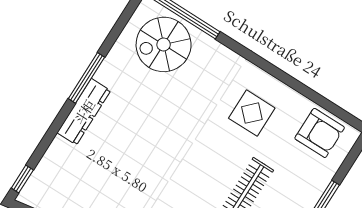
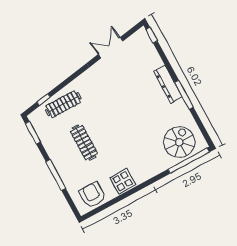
display table: (252, 113) -> (123, 181), moved
armchair: (320, 133) -> (93, 195), turned 90

